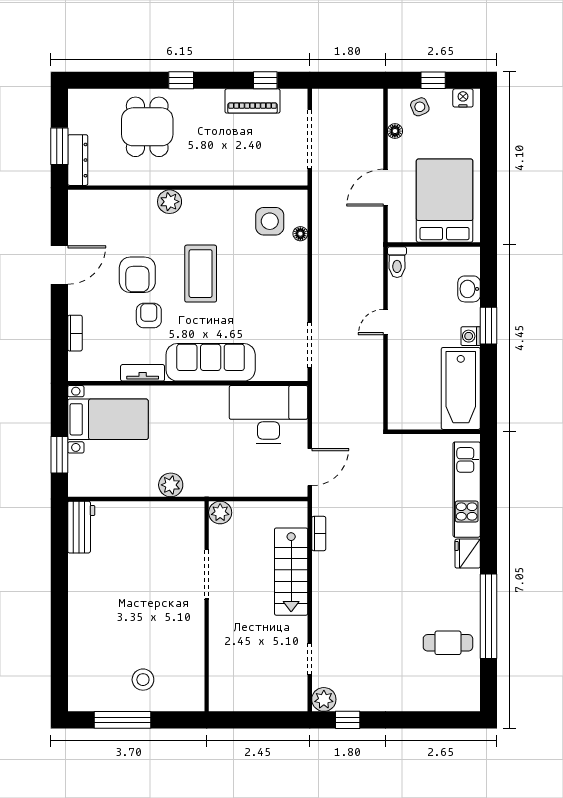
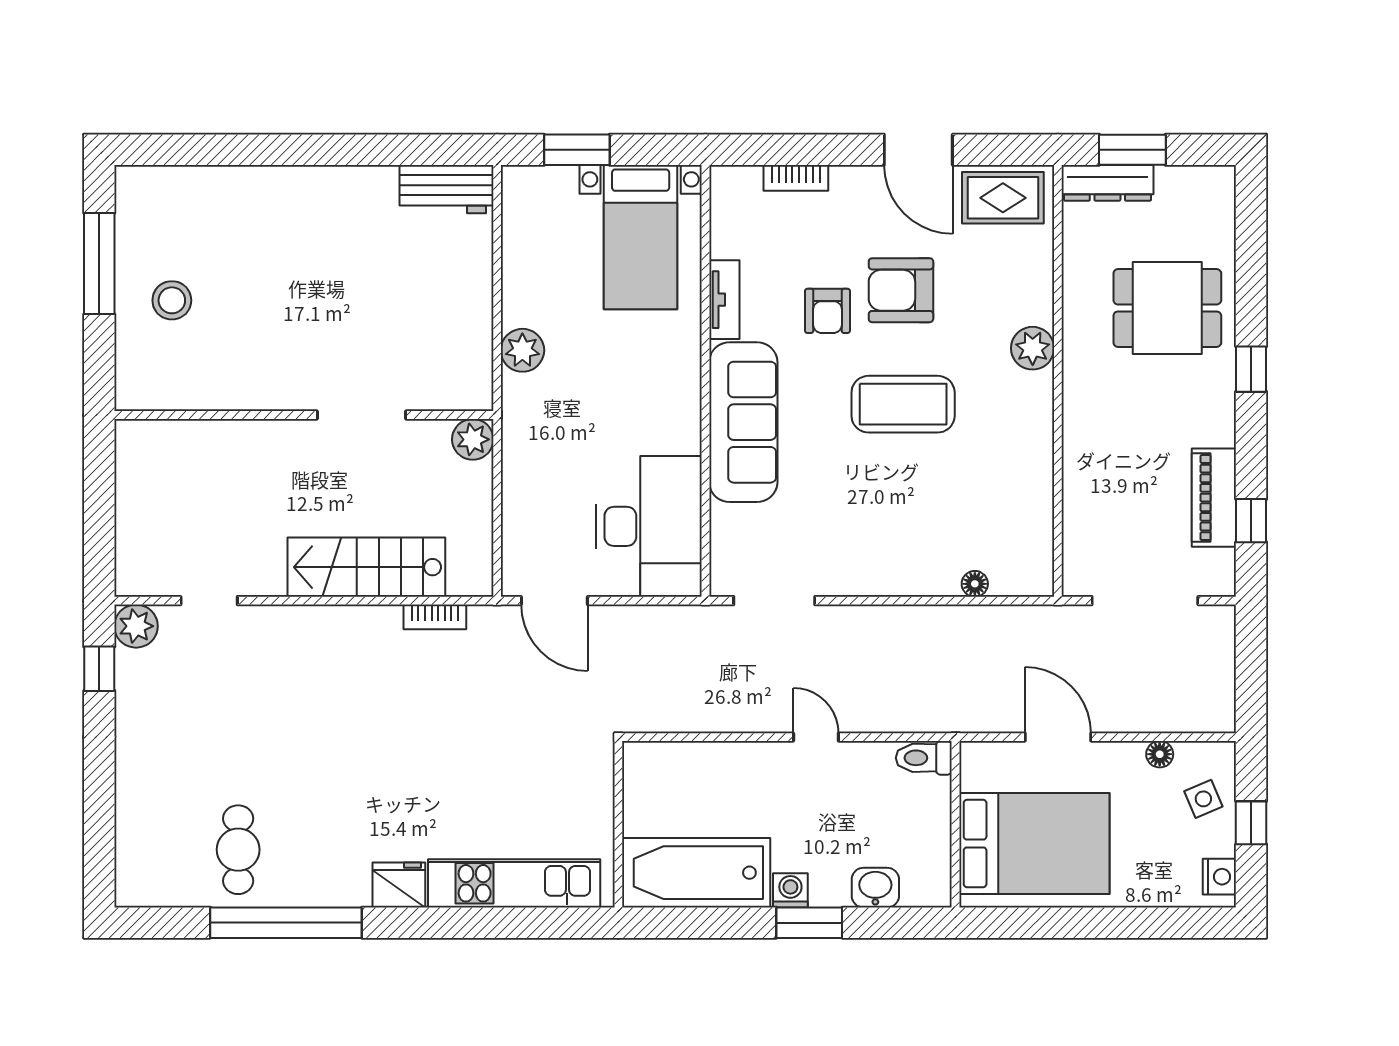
rug: (86, 218) -> (1003, 198), added
side table: (270, 221) -> (997, 529), removed
armchair: (149, 316) -> (828, 311), turned 90

